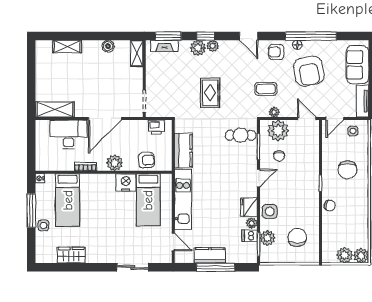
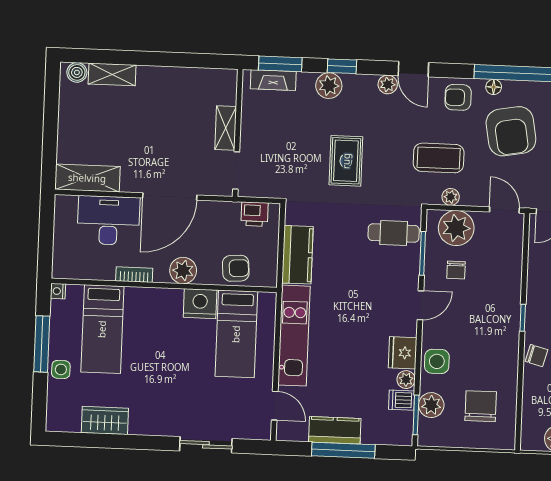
boiler: (108, 46) -> (77, 72), moved
plant: (213, 46) -> (388, 84), moved
shelving: (137, 53) -> (226, 128), moved
coffee table: (266, 89) -> (439, 158), width x1.36, depth x1.30

